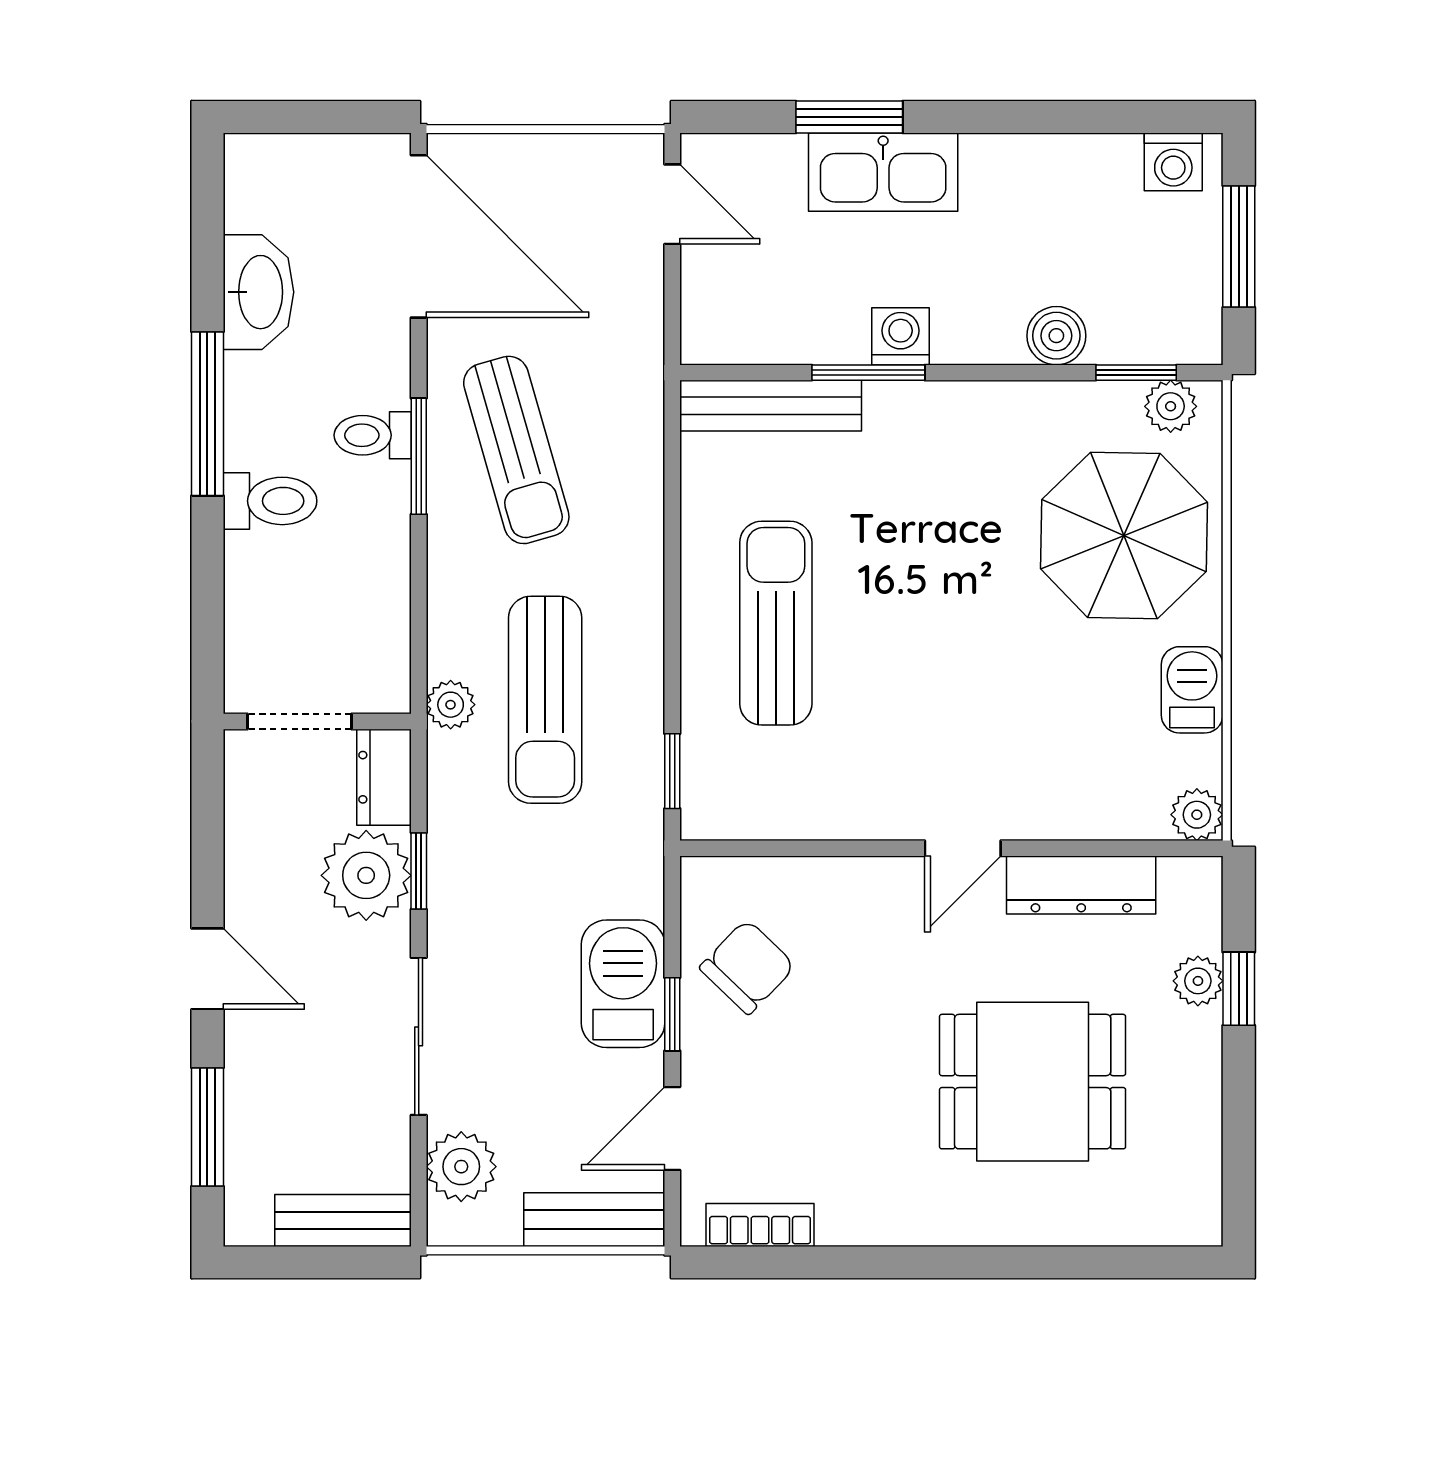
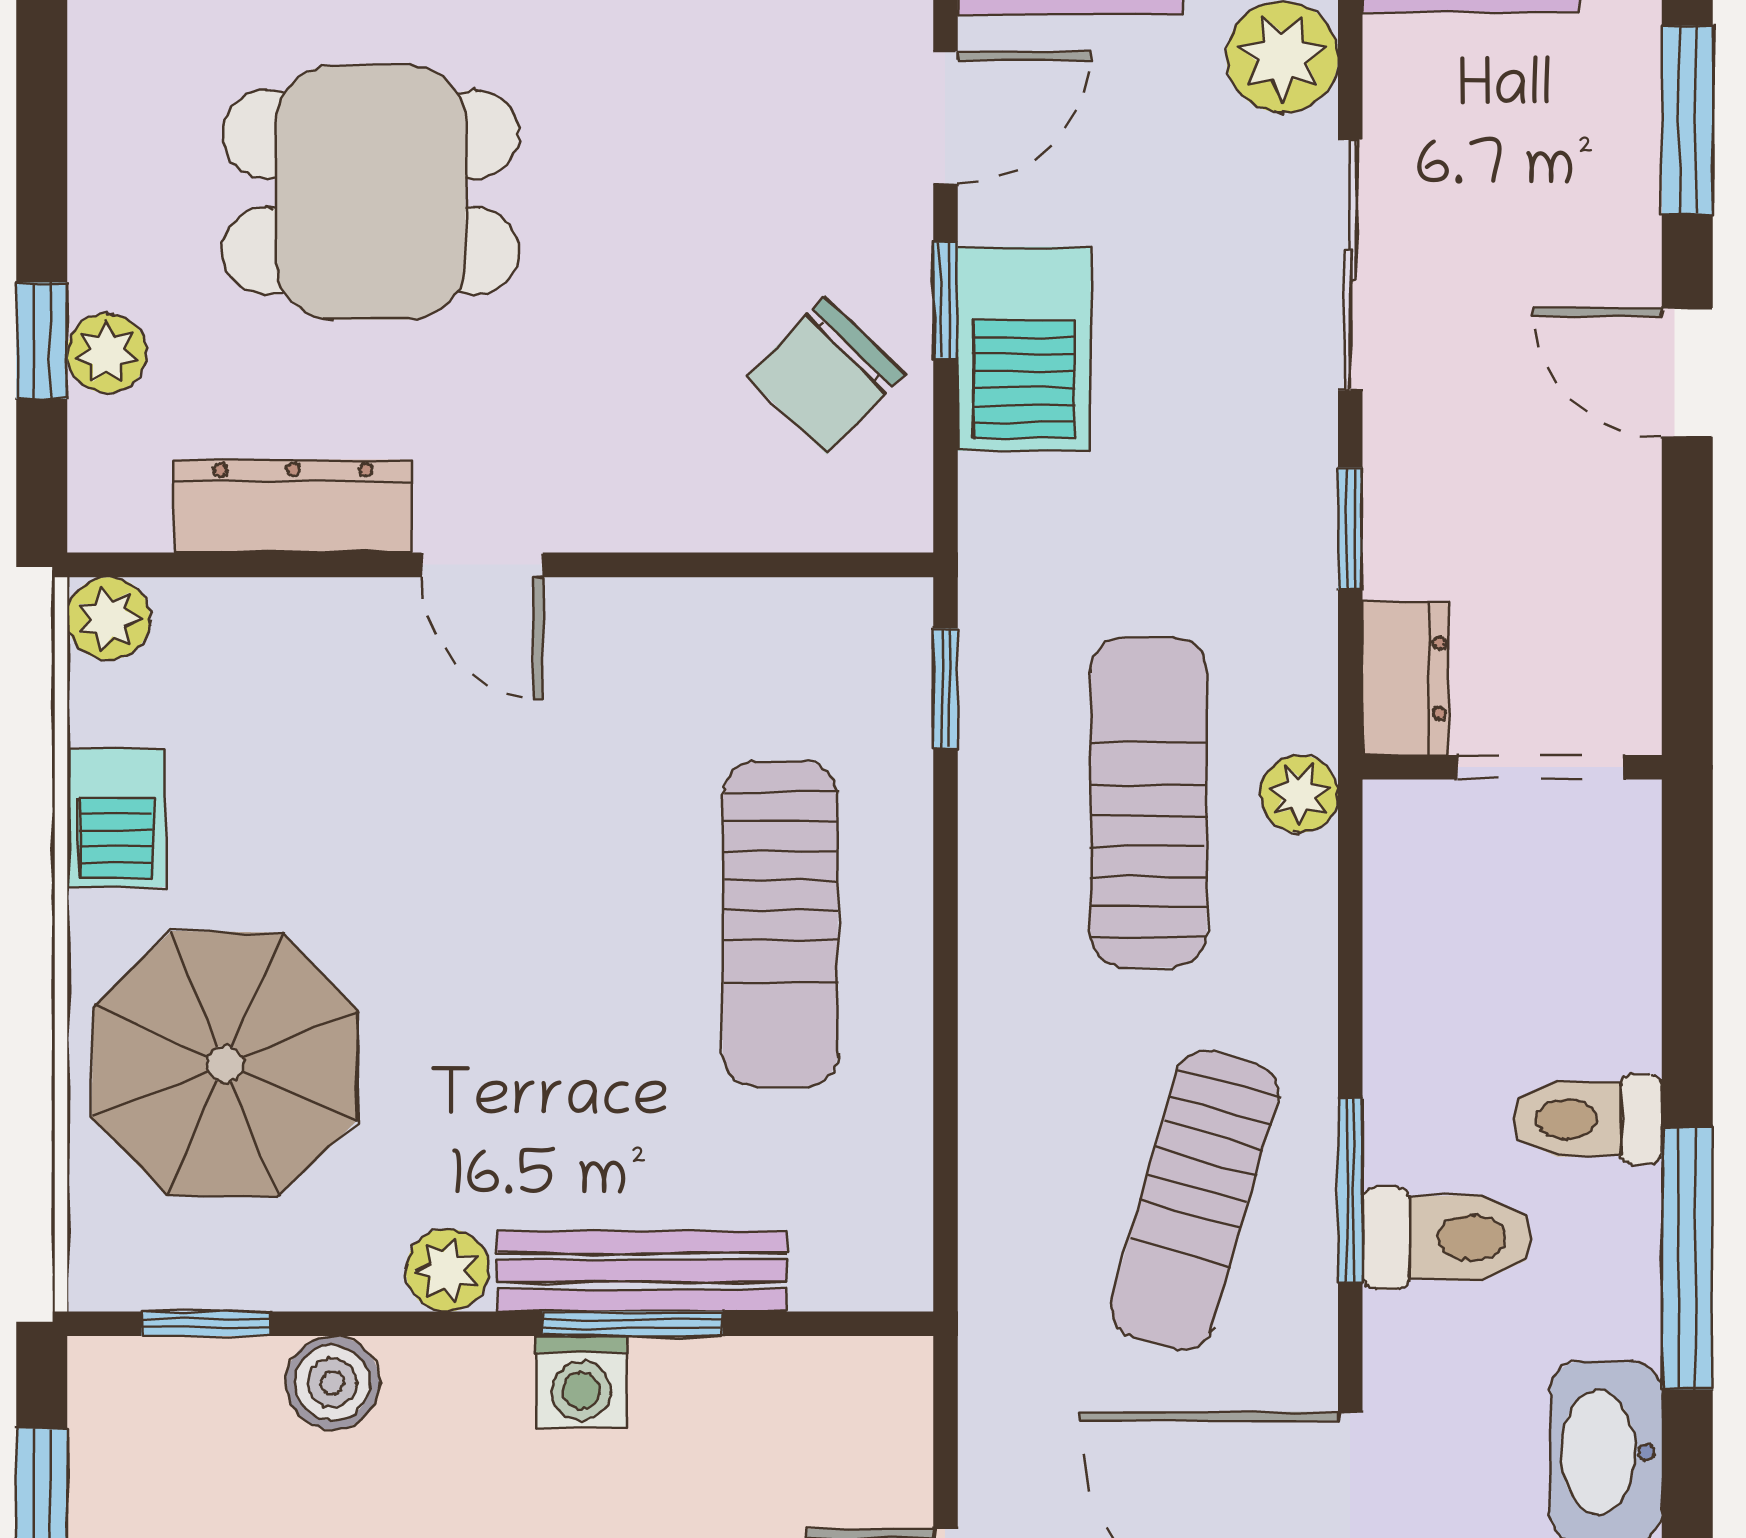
bench: (771, 406) -> (642, 1271), moved
plant: (1171, 406) -> (447, 1270), moved
toilet: (373, 435) -> (1447, 1238), width x1.37, depth x1.39
sun lounger: (516, 450) -> (1194, 1200), turned -148
door: (963, 848) -> (482, 565), swing flipped
plant: (366, 875) -> (1434, 522), removed

